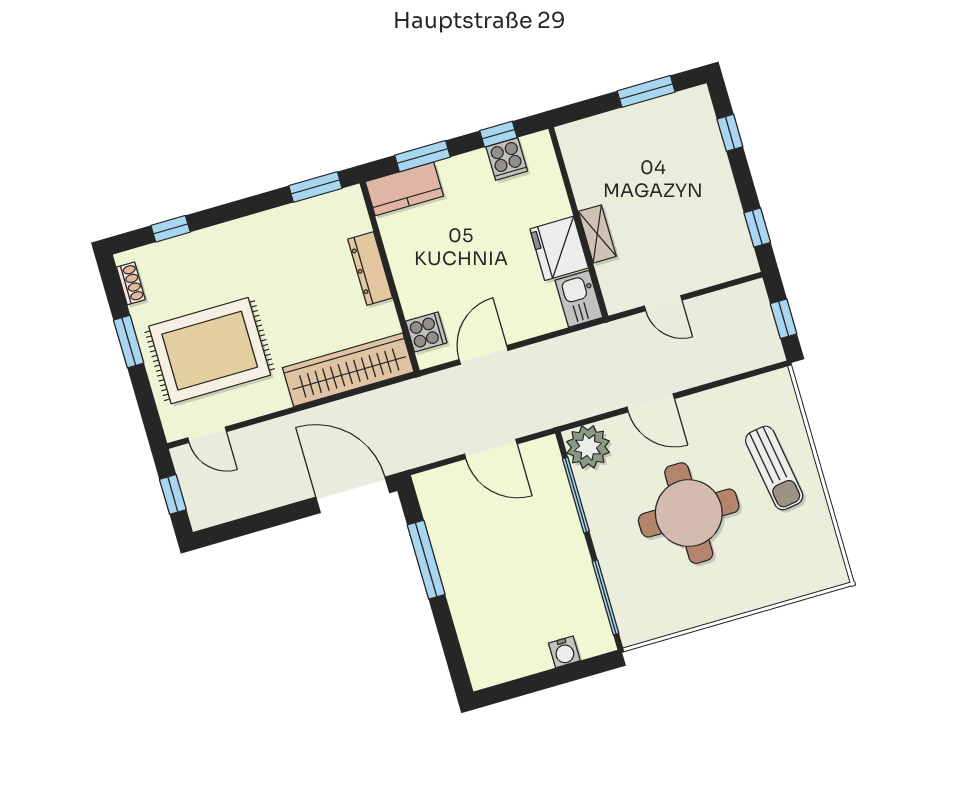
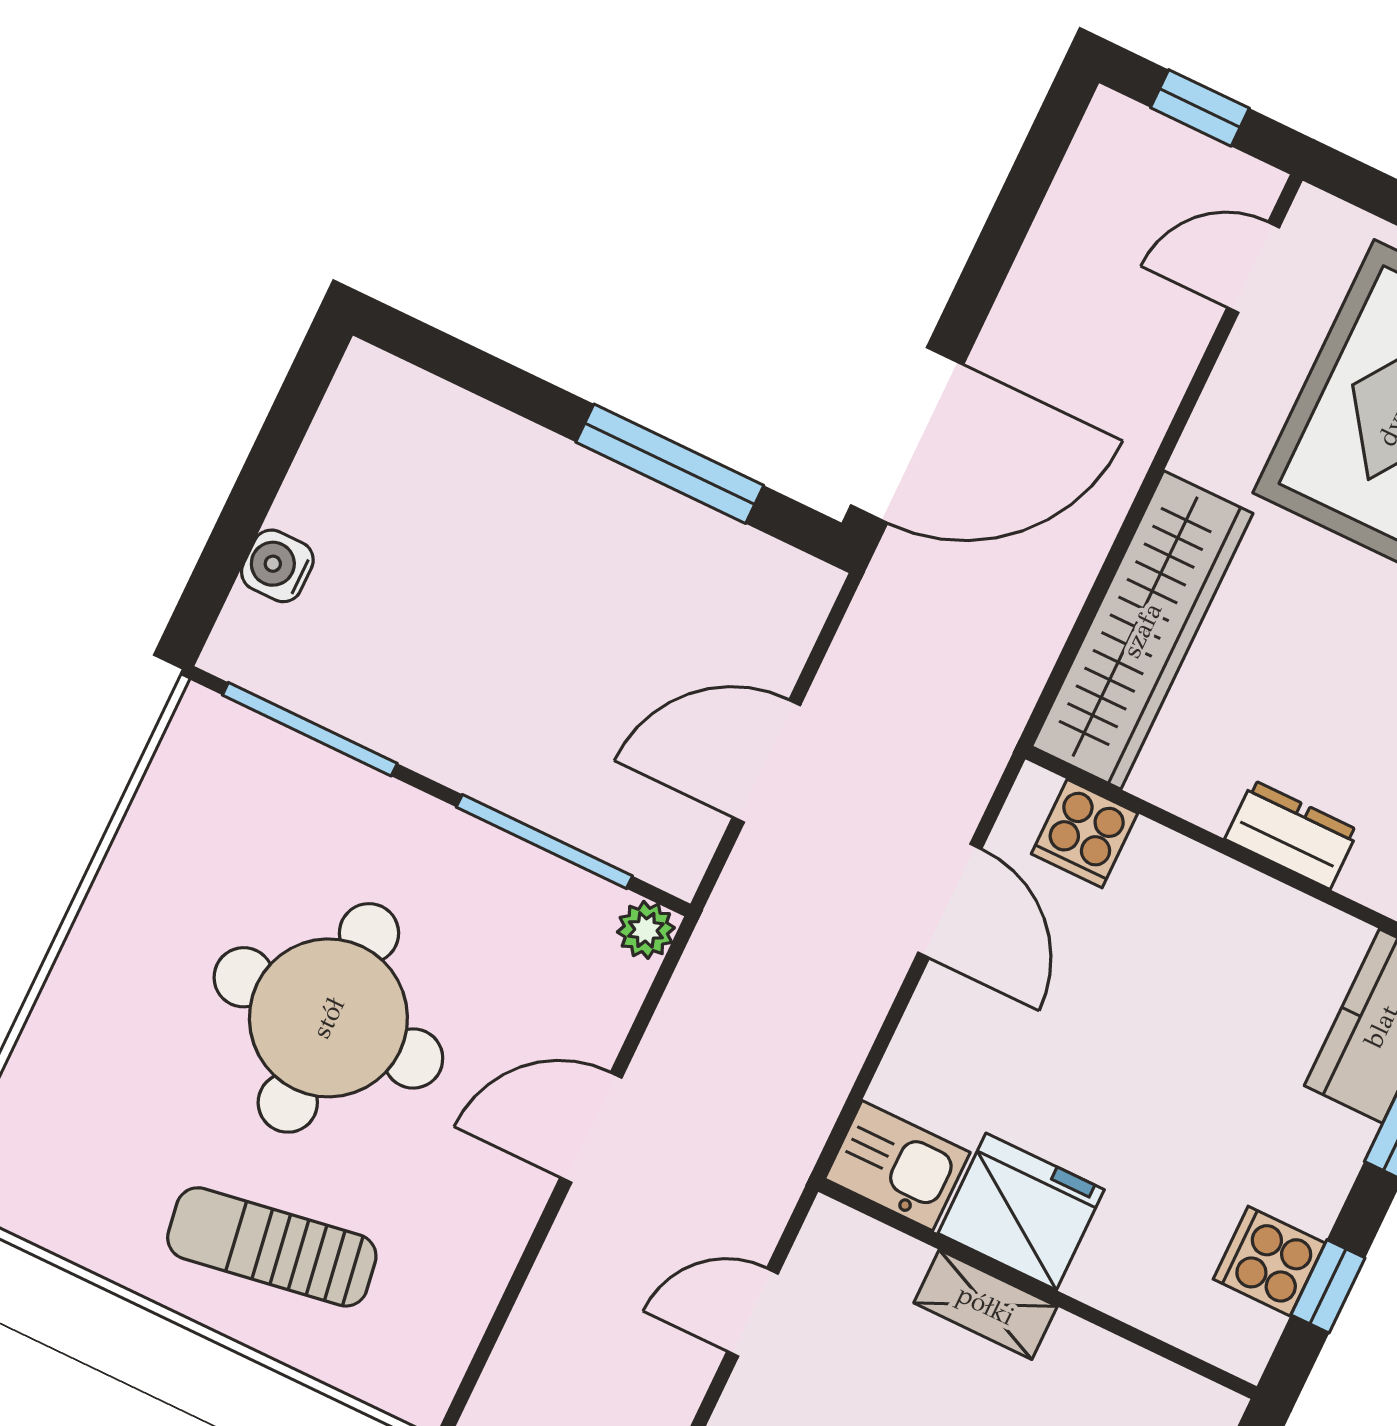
dresser: (370, 268) -> (1291, 835), width x0.70
plant: (588, 447) -> (646, 930), width x0.53, depth x0.53

